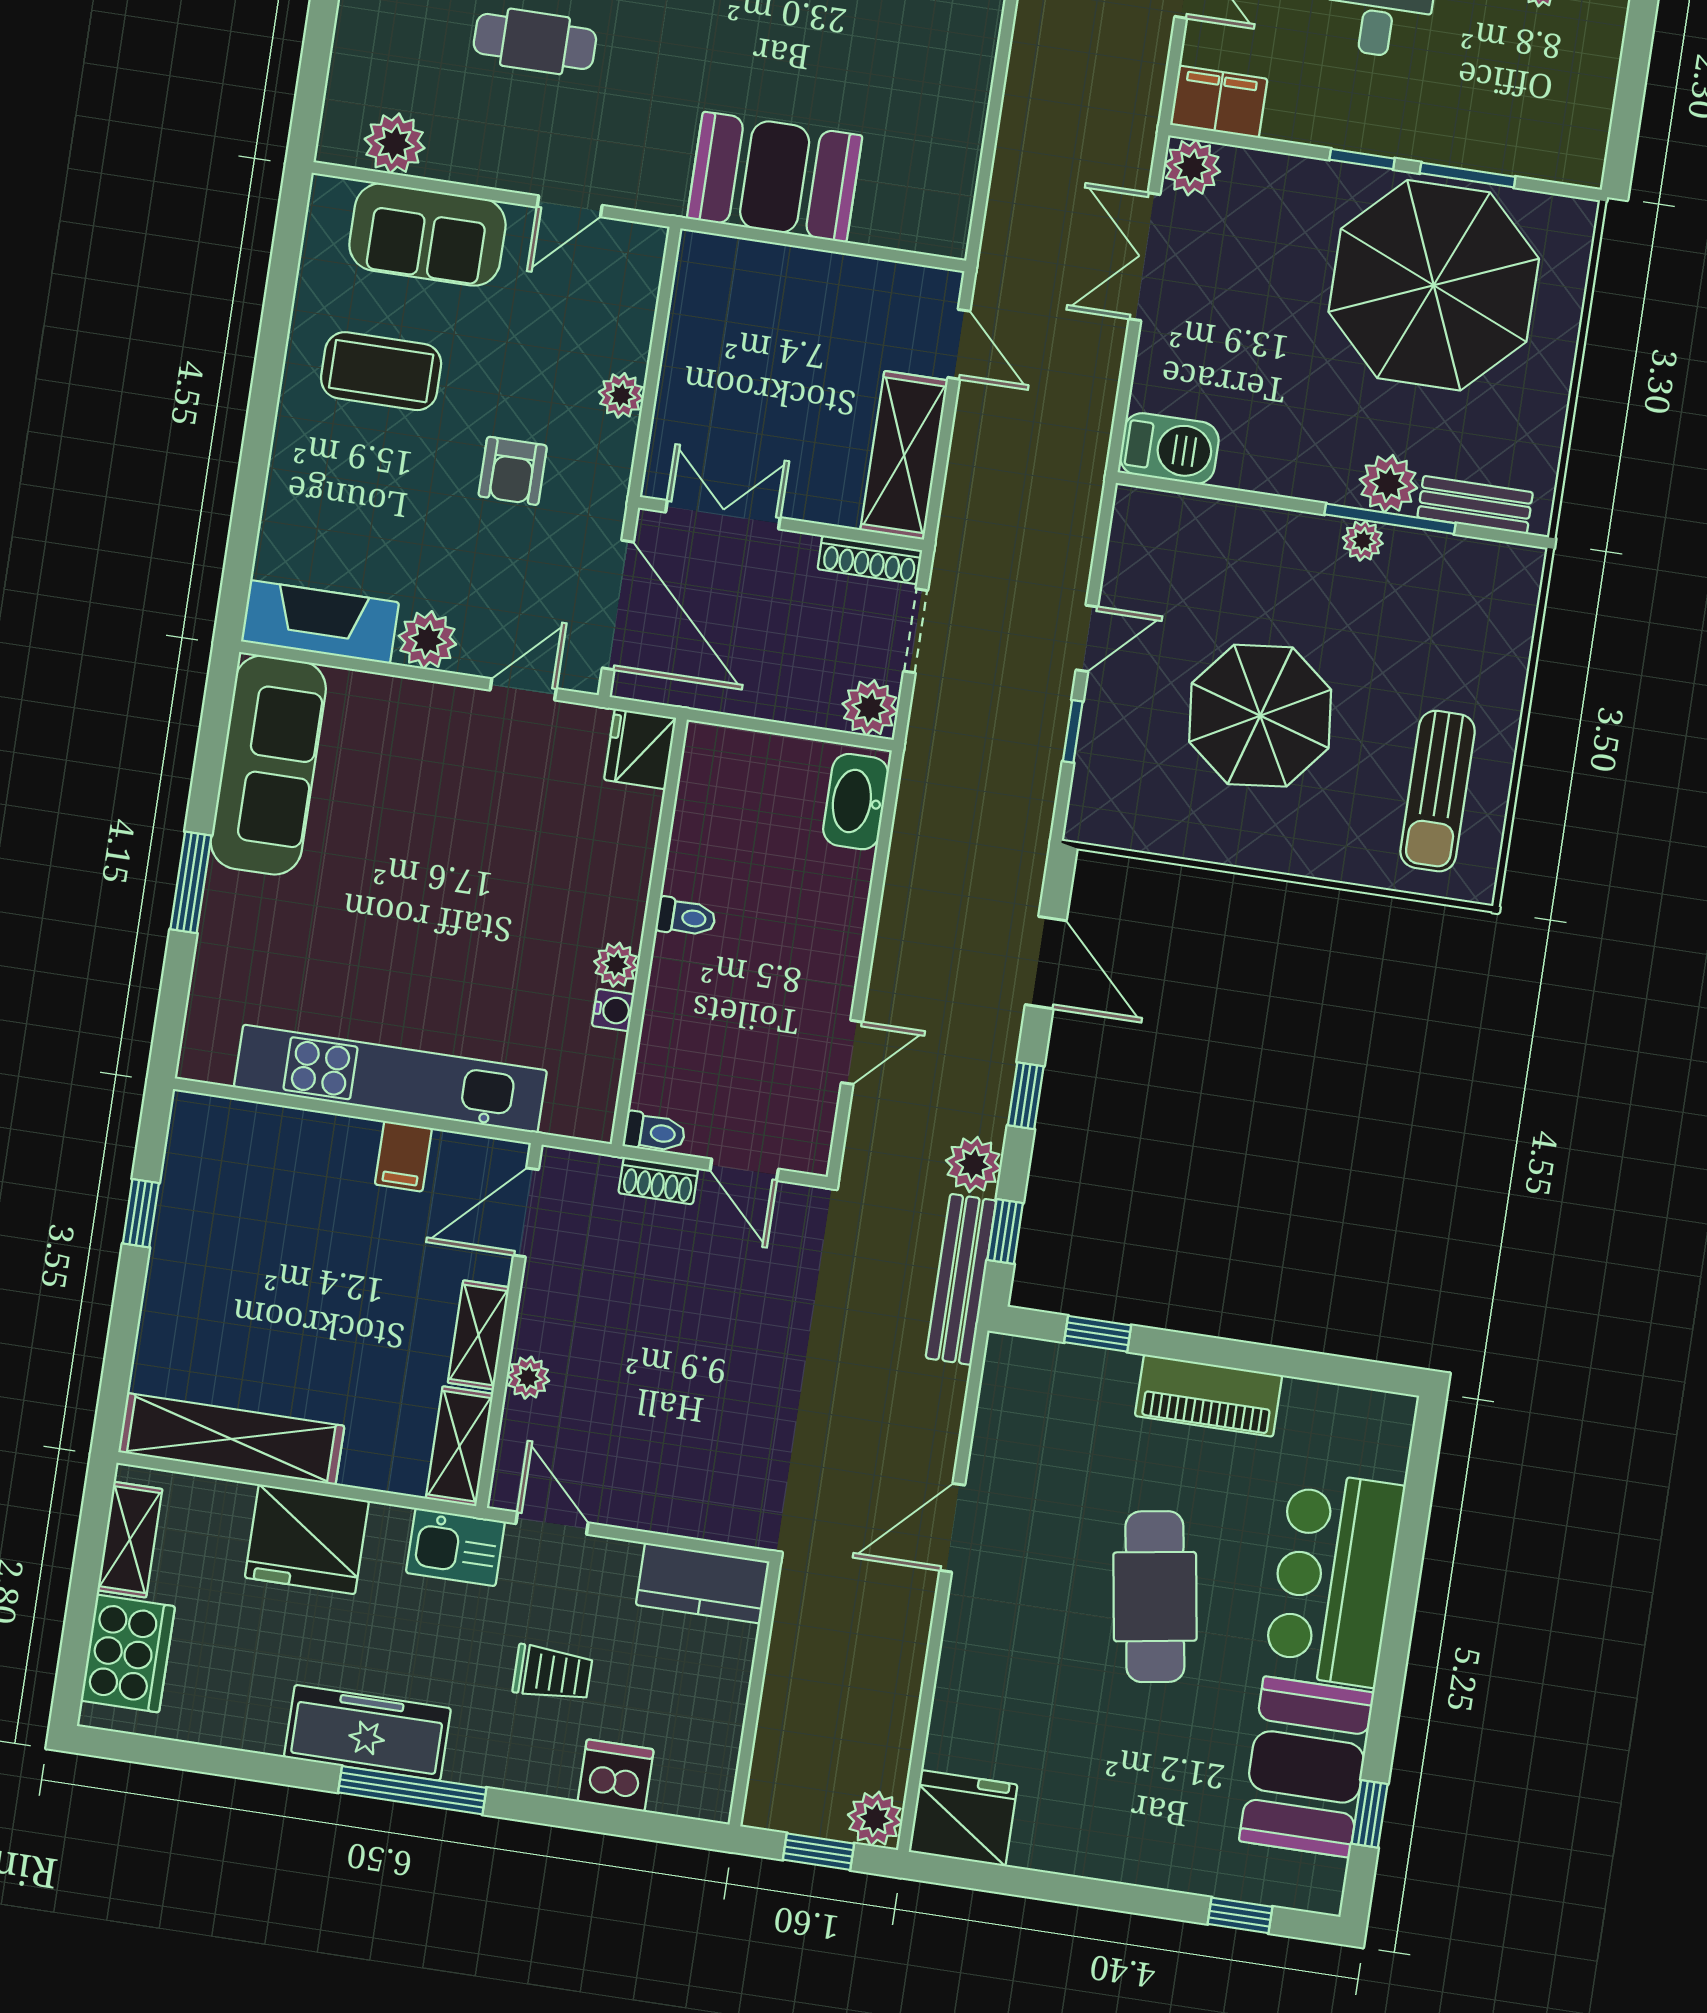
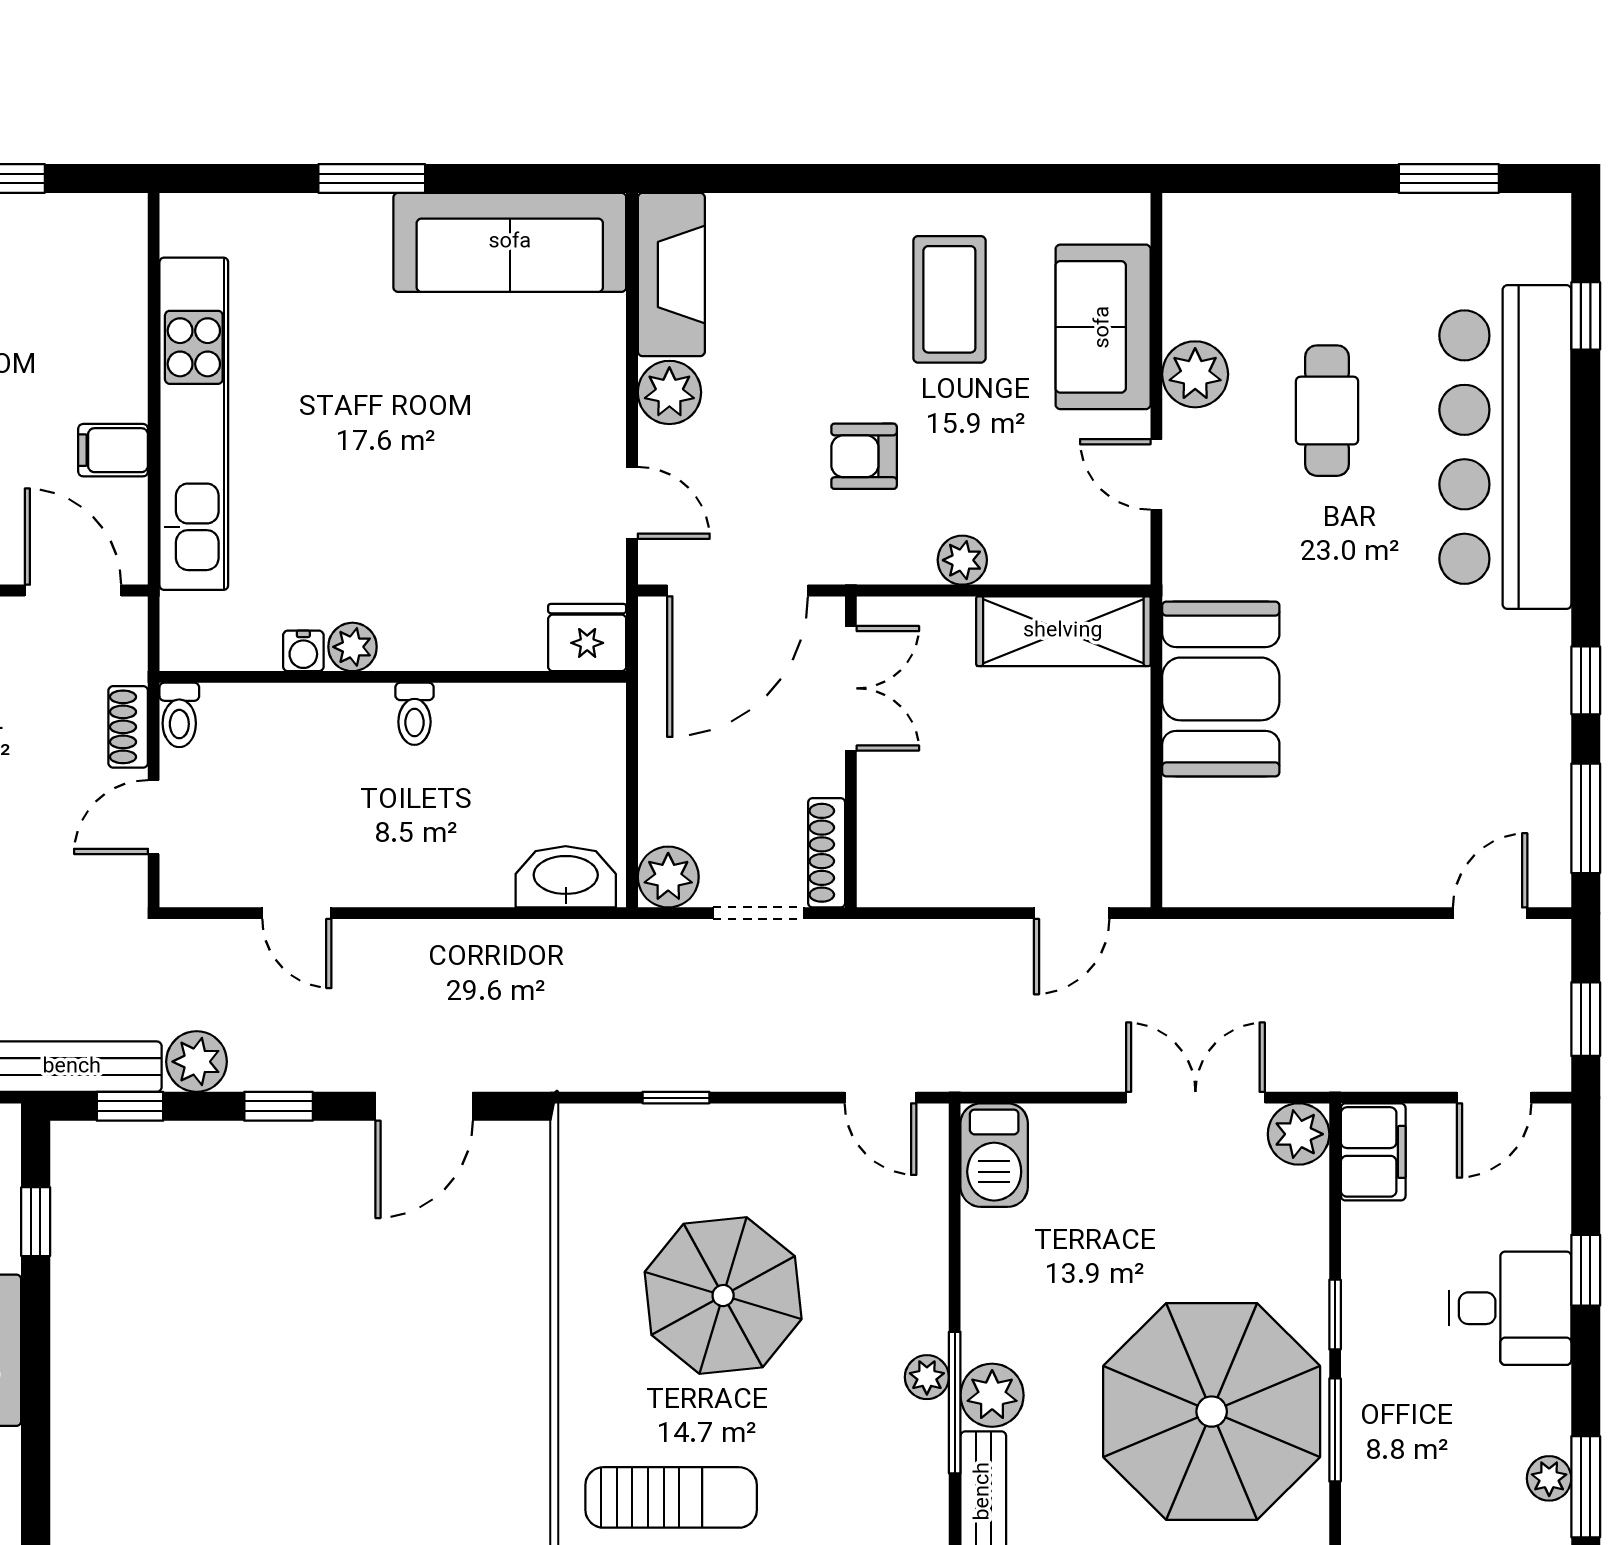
plant: (395, 144) -> (1195, 374), moved
shelving: (904, 455) -> (1063, 631), moved
door: (1087, 638) -> (880, 1098), moved
sun lounger: (1438, 791) -> (671, 1497), turned 180

